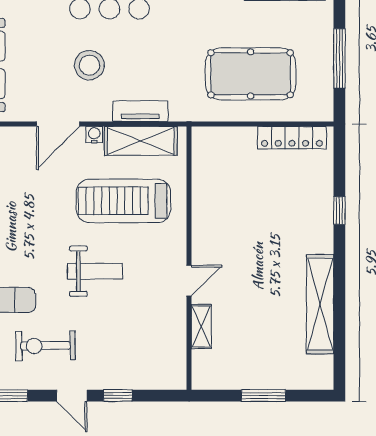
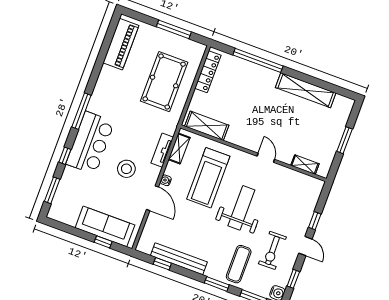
shelving: (141, 141) -> (179, 148), width x0.67, depth x0.75
shelving: (205, 168) -> (207, 126), added
window: (339, 211) -> (258, 60), width x3.17
weight bench: (95, 271) -> (241, 208), width x1.36, depth x1.33
shelving: (201, 327) -> (305, 165), moved
door: (72, 396) -> (305, 246), hinge flipped

